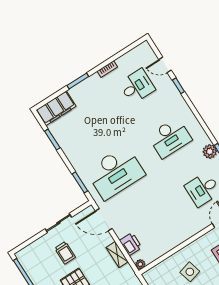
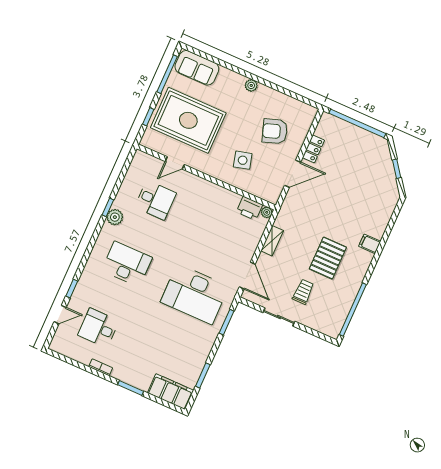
door: (165, 65) -> (60, 315), hinge flipped
desk: (115, 173) -> (195, 294), turned 180
printer: (131, 244) -> (249, 208), moved, turned -90

